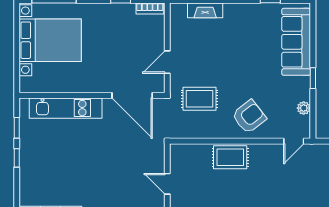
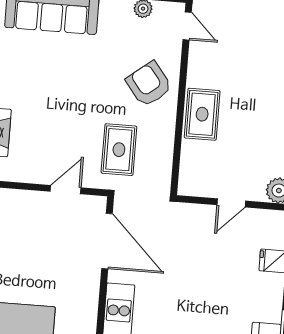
door: (167, 62) -> (66, 190), swing flipped
door: (132, 95) -> (107, 241), hinge flipped

